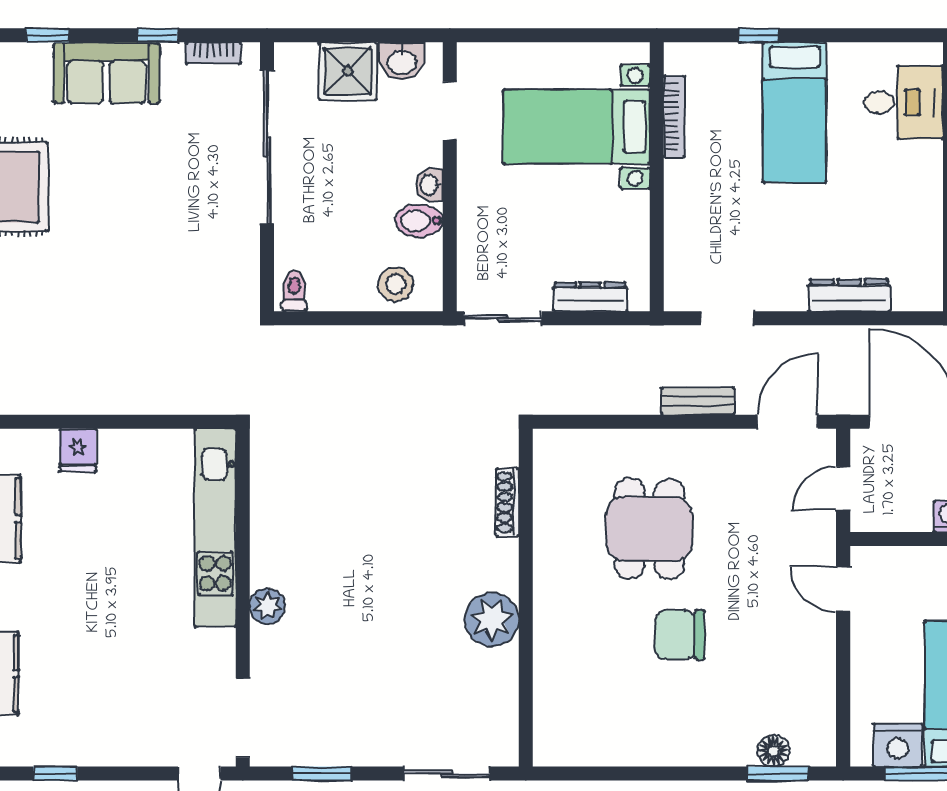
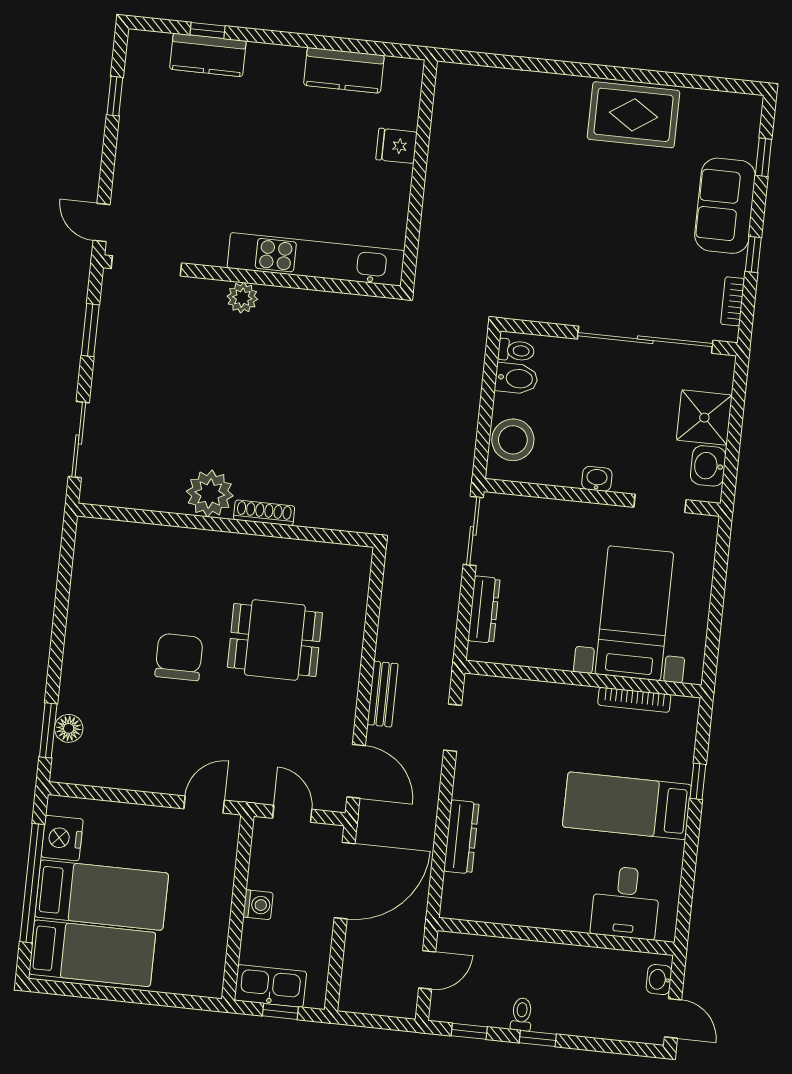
bidet: (419, 221) -> (516, 378), moved, turned 90
stool: (396, 284) -> (513, 440), width x1.38, depth x1.38
shoe rack: (507, 502) -> (264, 513), moved

